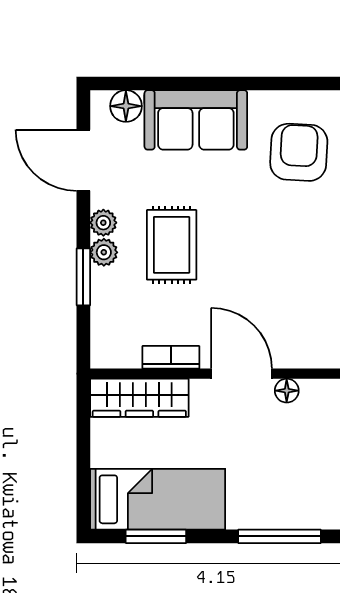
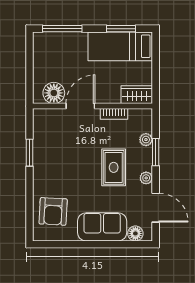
plant: (104, 252) -> (146, 140), moved
door: (241, 374) -> (80, 106), swing flipped
floor lamp: (287, 391) -> (54, 93), width x1.89, depth x1.89
wardrobe: (139, 398) -> (137, 95), width x0.67

